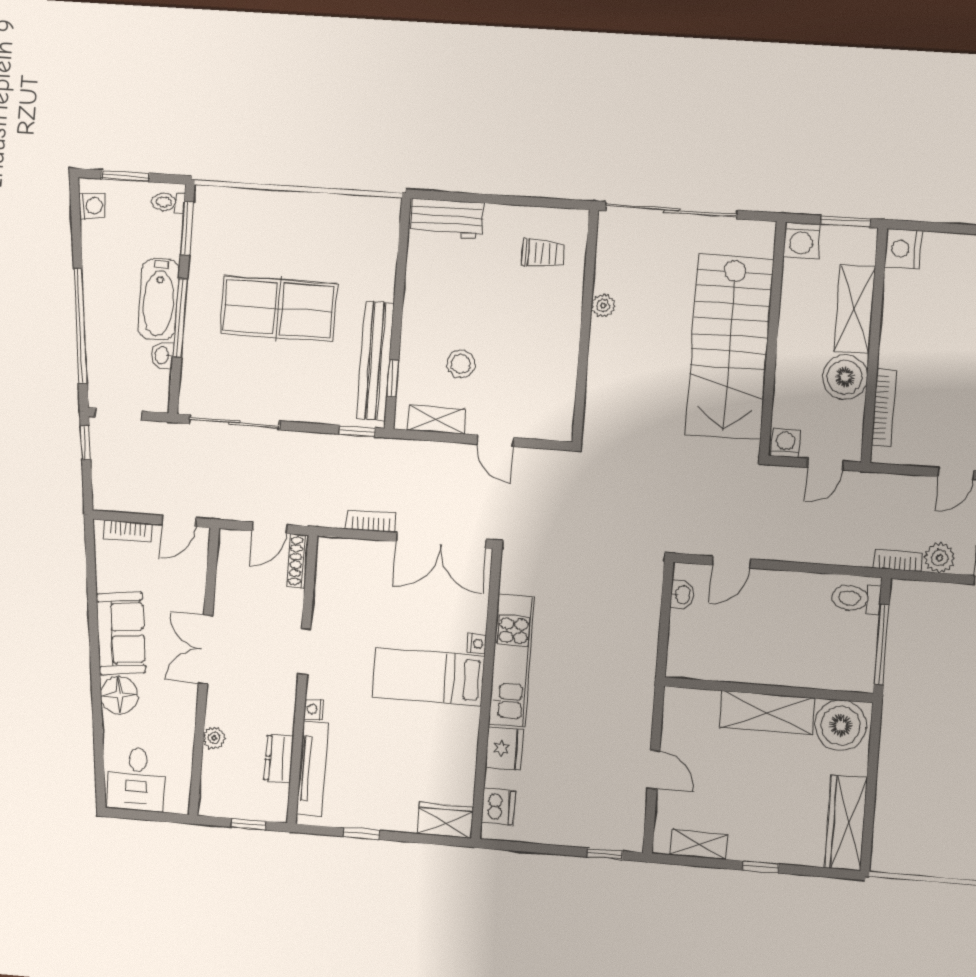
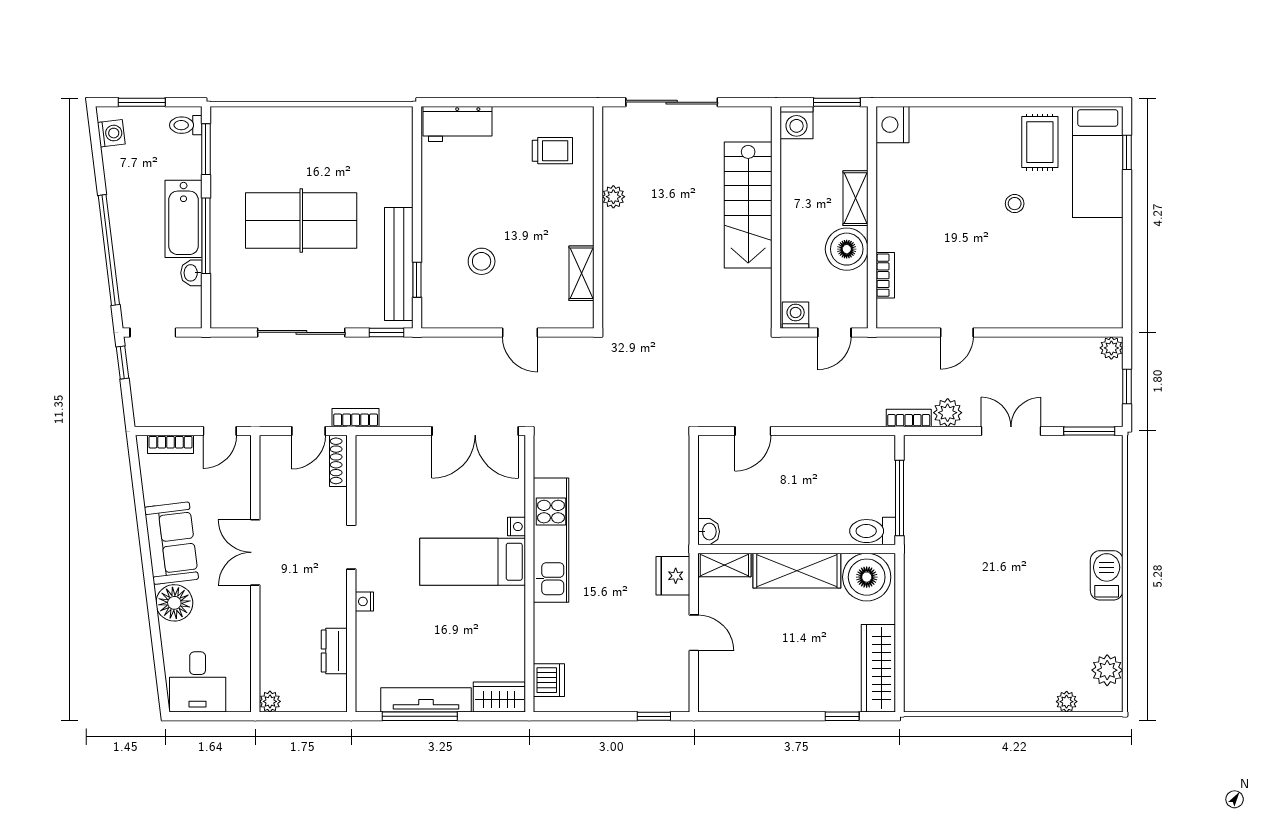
sliding door: (671, 210) -> (672, 102), width x0.73
shelving: (855, 309) -> (856, 198), width x0.67, depth x0.75
stairs: (729, 347) -> (748, 205), width x0.73, depth x0.66
bookcase: (884, 407) -> (885, 275), width x0.64
shelving: (437, 419) -> (582, 273), moved, turned 90
sliding door: (234, 422) -> (301, 332), moved
bookcase: (371, 521) -> (356, 418), moved
washbasin: (682, 595) -> (709, 532), moved
toilet: (856, 598) -> (873, 531), moved
plant: (214, 738) -> (270, 701), moved
fridge: (504, 748) -> (673, 576), moved, turned 180
tv unit: (312, 769) -> (426, 700), moved, turned -90
window: (249, 824) -> (310, 716), removed
window: (362, 834) -> (420, 716), width x2.17
shelving: (699, 845) -> (724, 565), moved
window: (761, 867) -> (842, 716), moved

